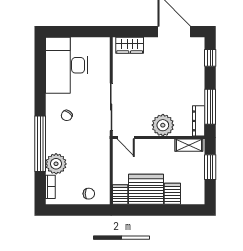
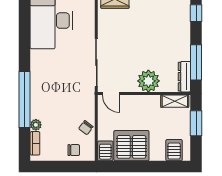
chair: (67, 115) -> (86, 128), moved
plant: (56, 164) -> (36, 125), width x0.53, depth x0.53
server rack: (172, 194) -> (174, 150), moved

